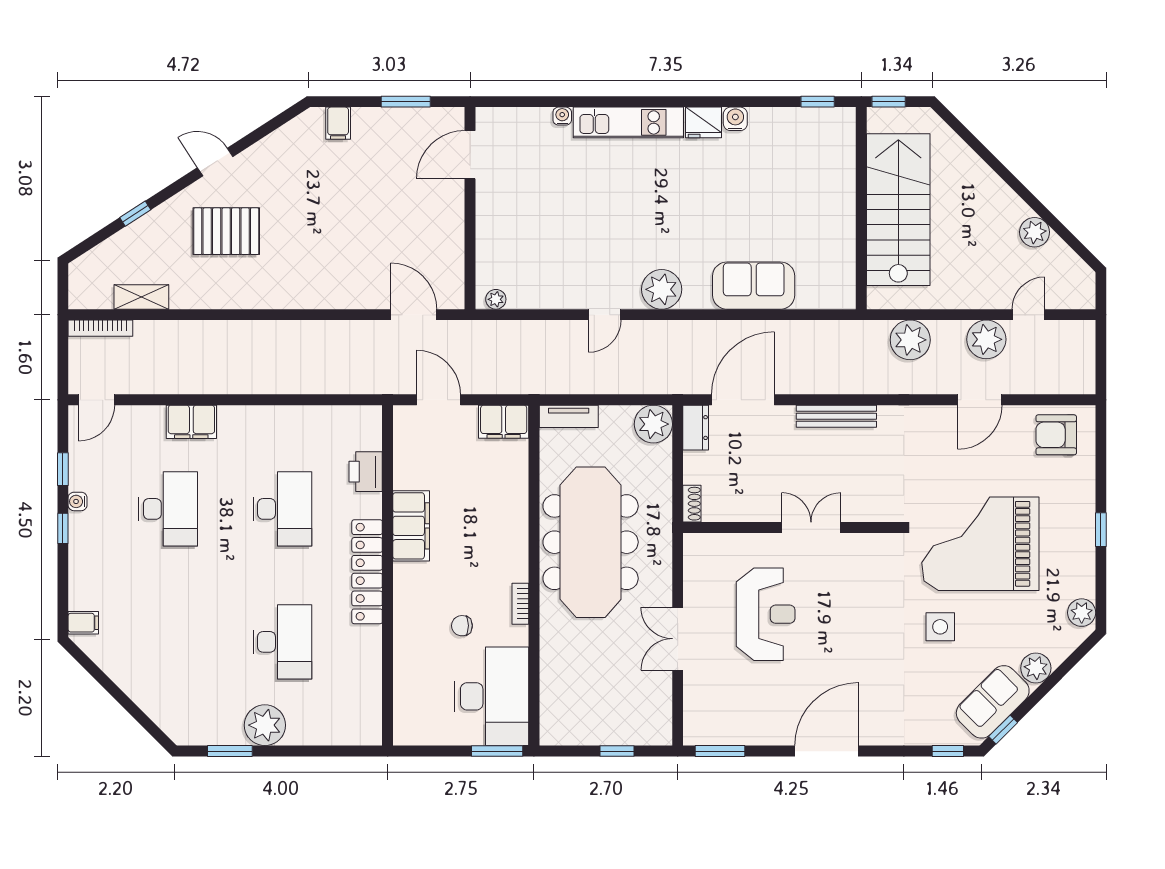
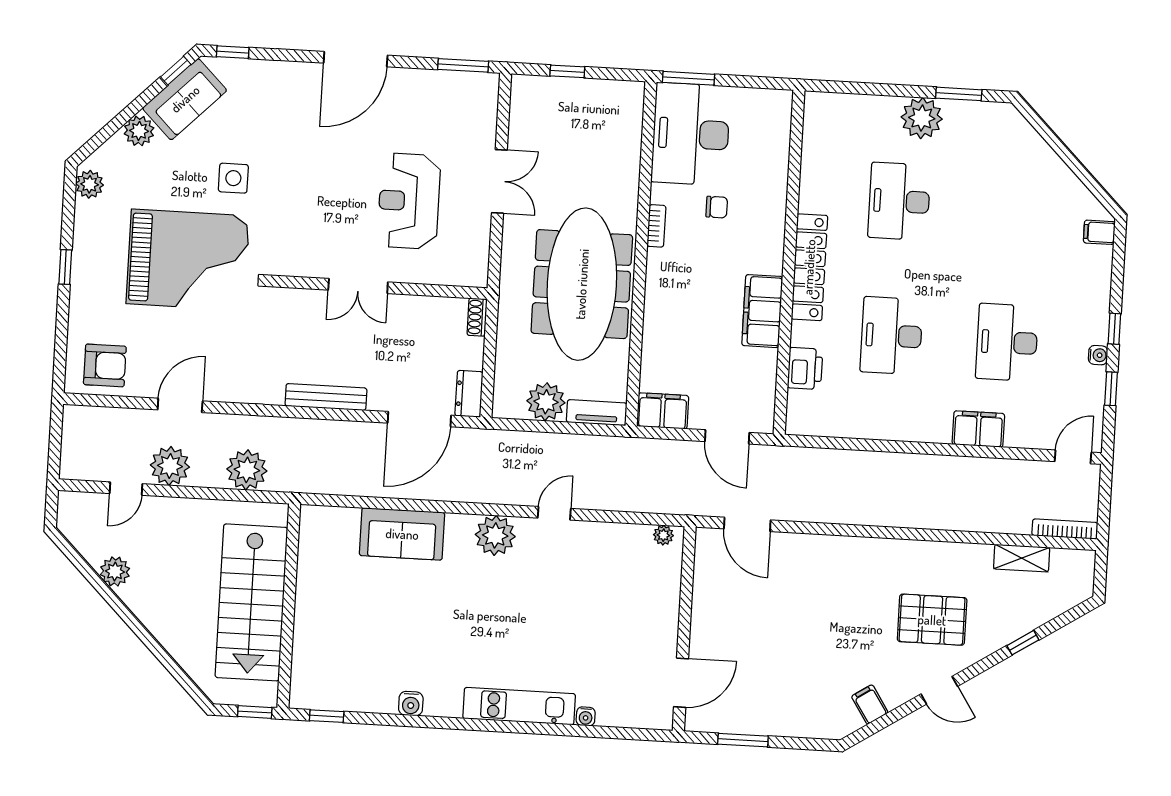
fridge: (703, 122) -> (443, 702), removed
filing cabinet: (338, 123) -> (870, 705), moved, turned -33
plant: (653, 424) -> (546, 402), moved

